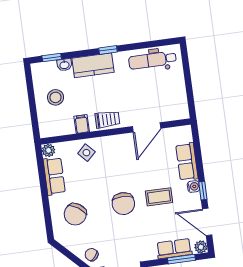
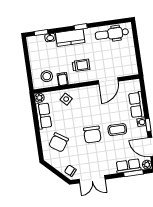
stool: (56, 97) -> (47, 76), moved
trolley: (107, 119) -> (81, 65), moved

